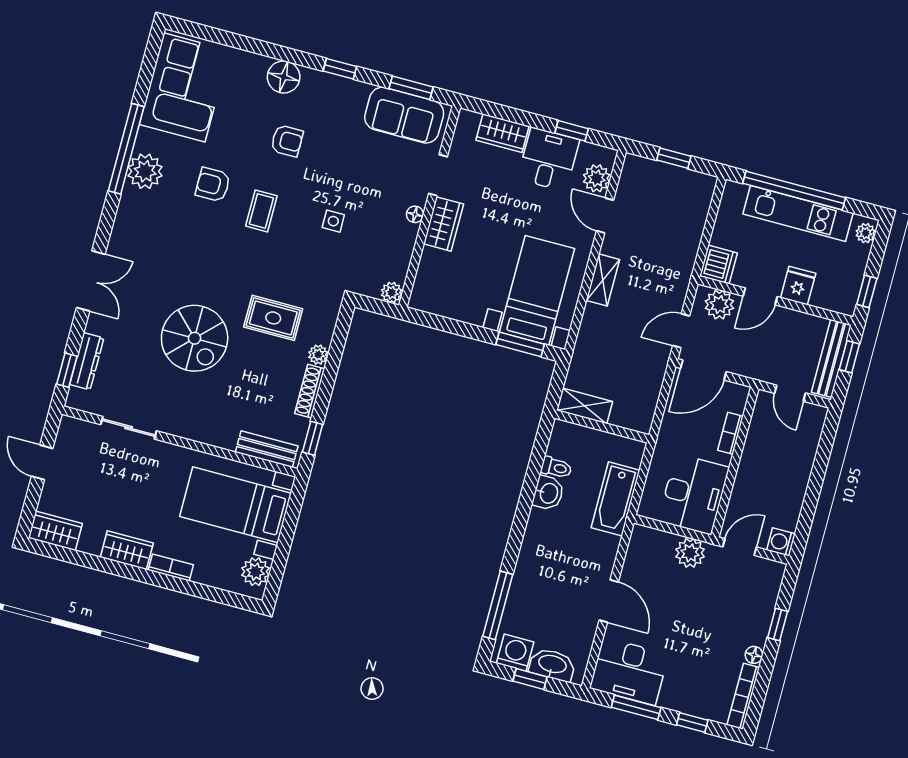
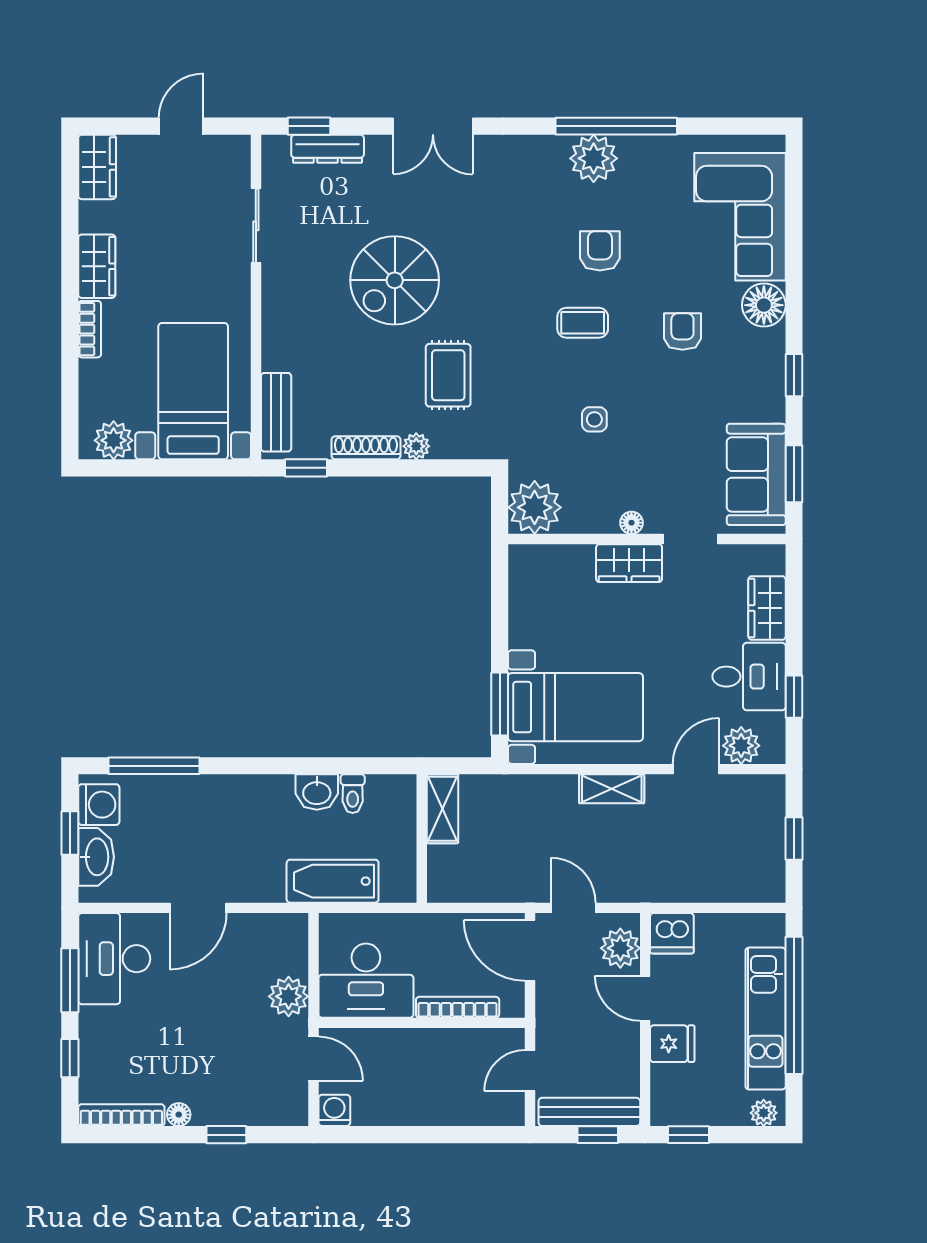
corner sofa: (184, 87) -> (740, 217), moved, turned 90
armchair: (287, 141) -> (682, 332), turned 180
plant: (392, 293) -> (535, 507), width x1.87, depth x1.87
bookcase: (730, 433) -> (458, 1007), width x1.56

